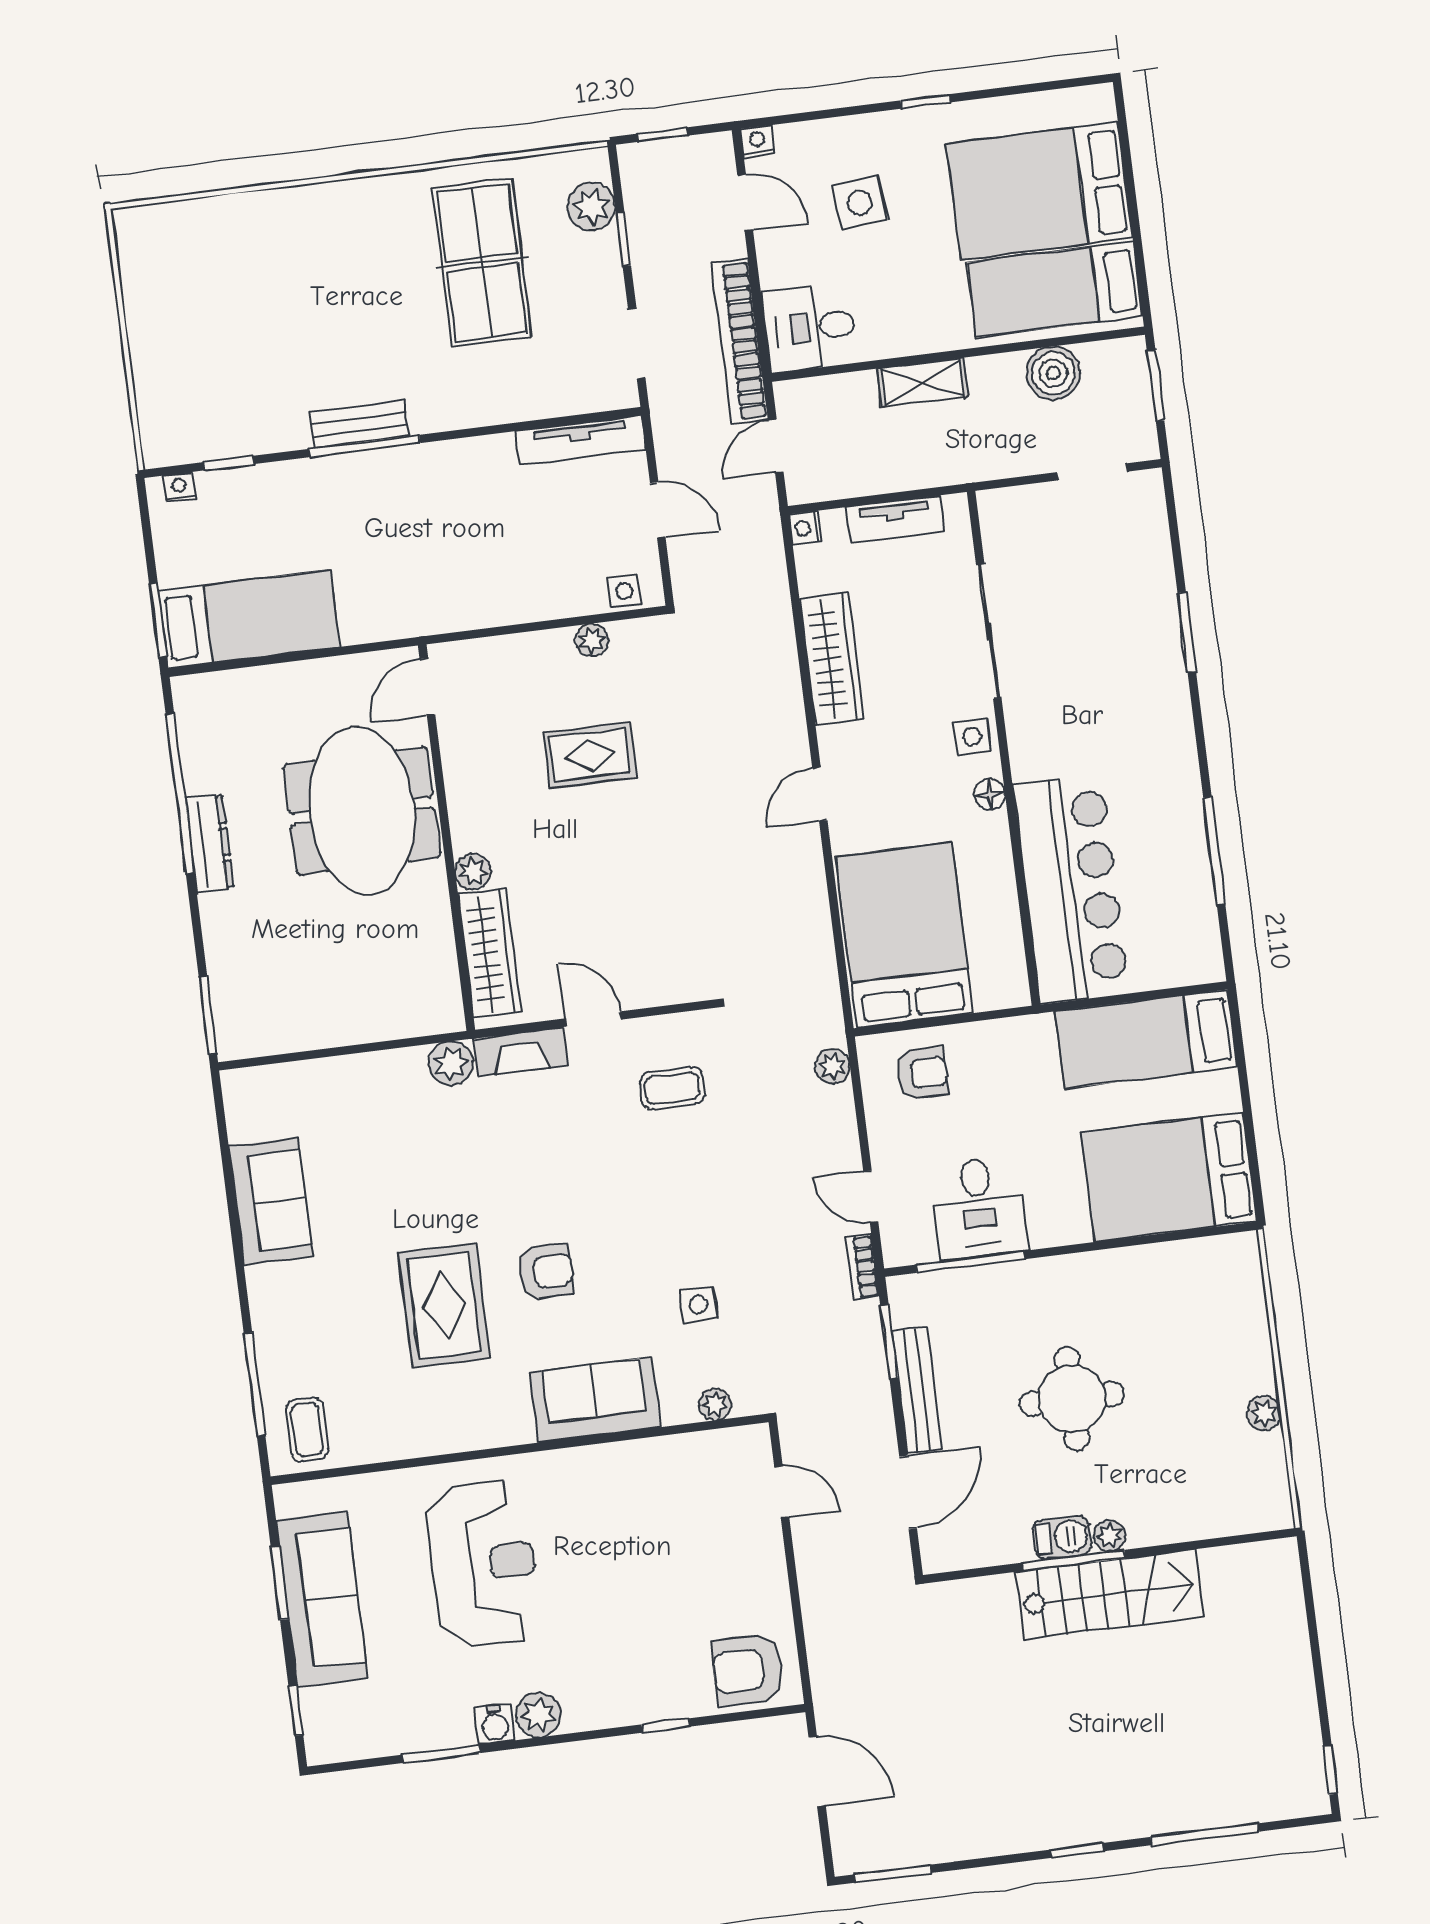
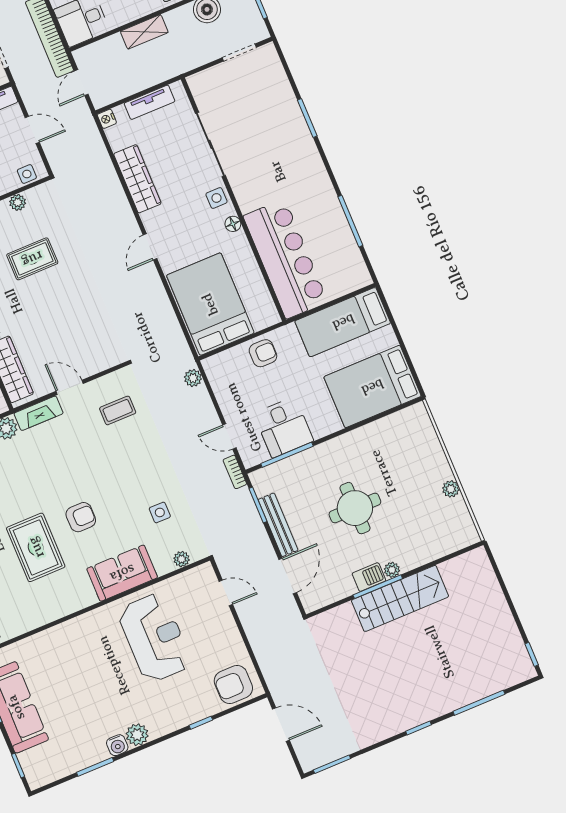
armchair: (922, 1074) -> (263, 353), moved
reception desk: (483, 1564) -> (155, 638), moved

